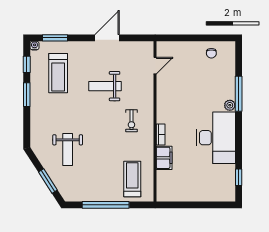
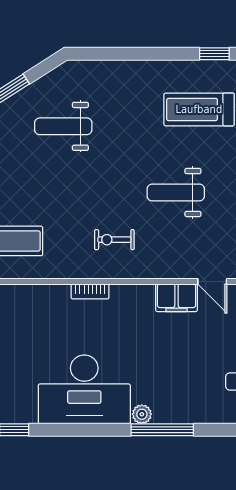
weight bench: (105, 86) -> (176, 193), turned -90
window: (27, 95) -> (161, 54), removed
filing cabinet: (164, 158) -> (176, 298), moved

